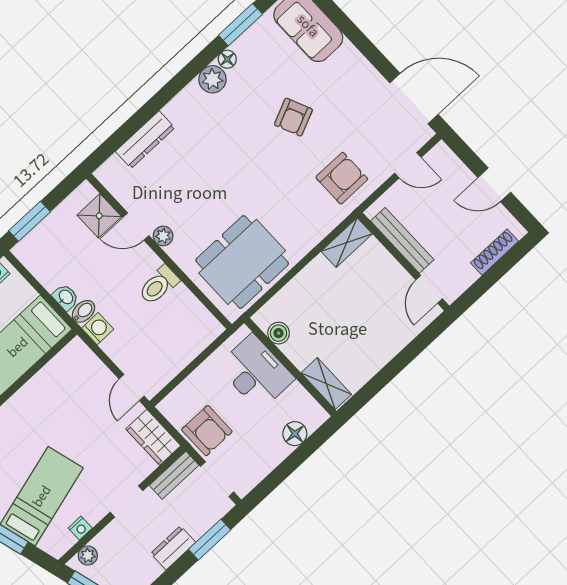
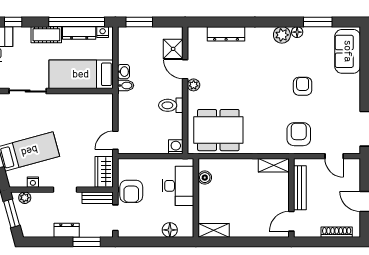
armchair: (293, 117) -> (303, 86), turned 114
armchair: (342, 178) -> (299, 134), turned -90
washing machine: (98, 329) -> (176, 147), moved, turned -90
shelving: (326, 384) -> (214, 230), moved, turned 90

